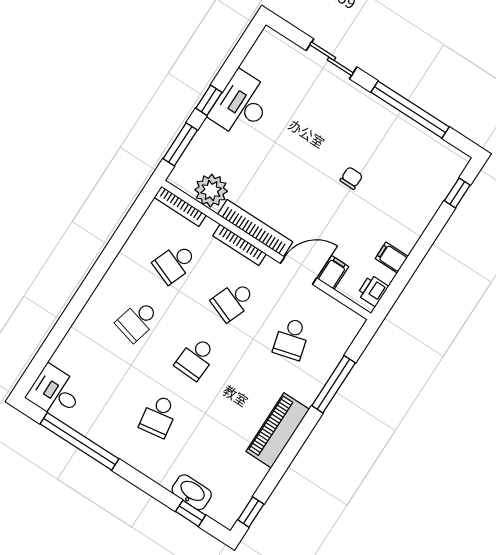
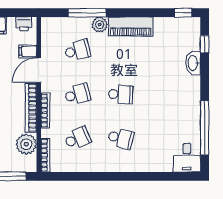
school desk: (175, 263) -> (77, 138), turned -45
door: (298, 271) -> (39, 70), hinge flipped
school desk: (233, 301) -> (77, 94), turned -36
plant: (307, 391) -> (100, 25), added
school desk: (159, 416) -> (164, 94), removed
washbasin: (192, 492) -> (193, 63), moved

